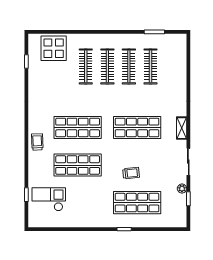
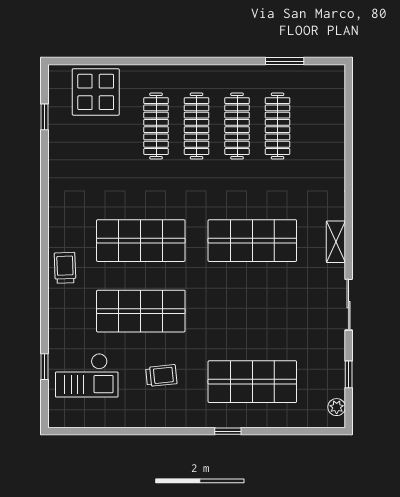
trolley: (131, 173) -> (161, 376), moved
plant: (182, 189) -> (337, 407), moved
checkout: (49, 199) -> (87, 375), turned 180

